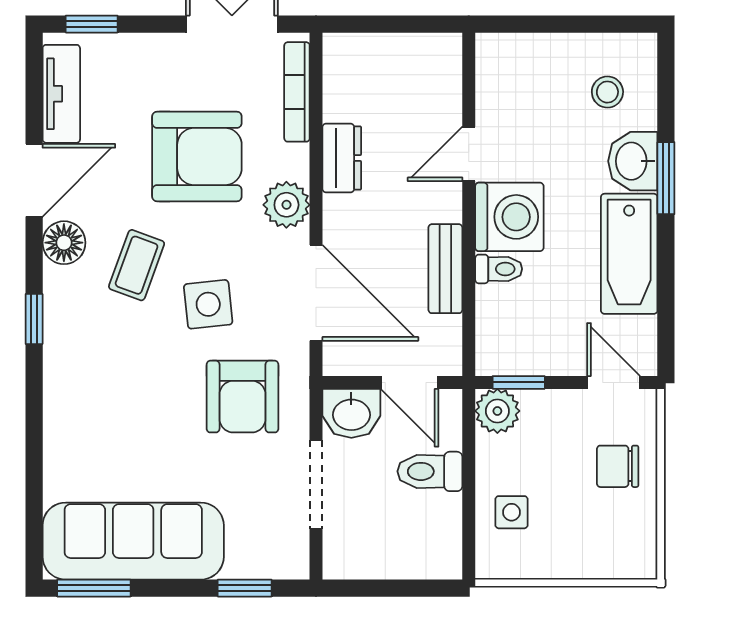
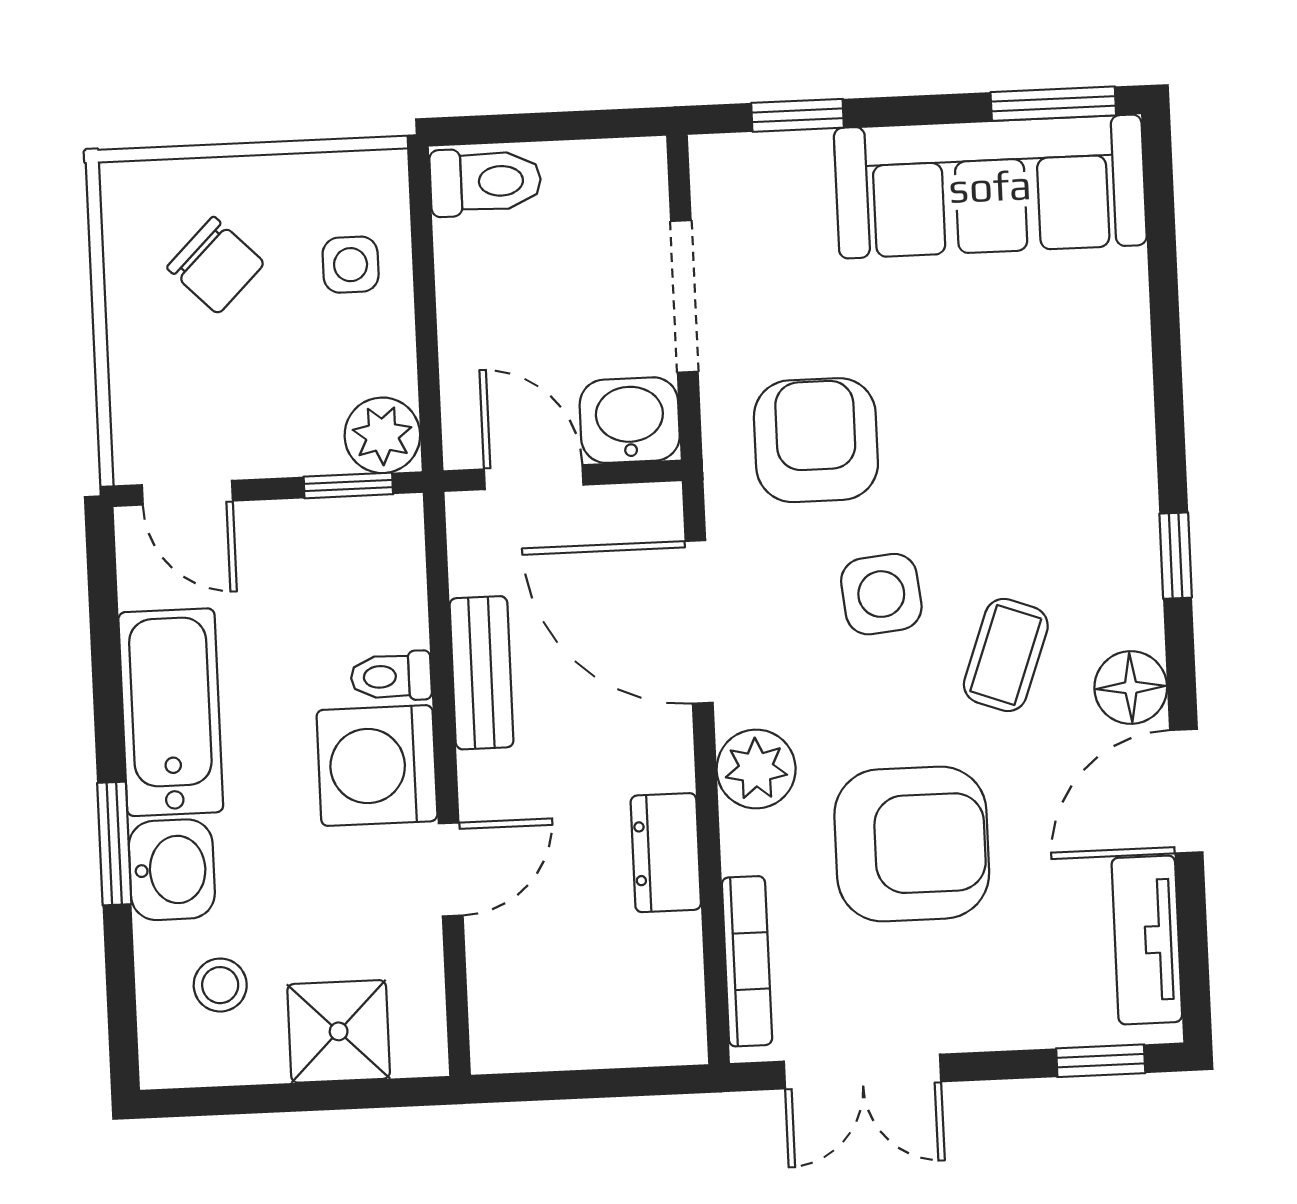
shower: (539, 62) -> (339, 1031), added
armchair: (197, 157) -> (912, 844), turned 180
chair: (618, 466) -> (216, 265), moved, turned 45
toilet: (430, 471) -> (485, 182), moved

